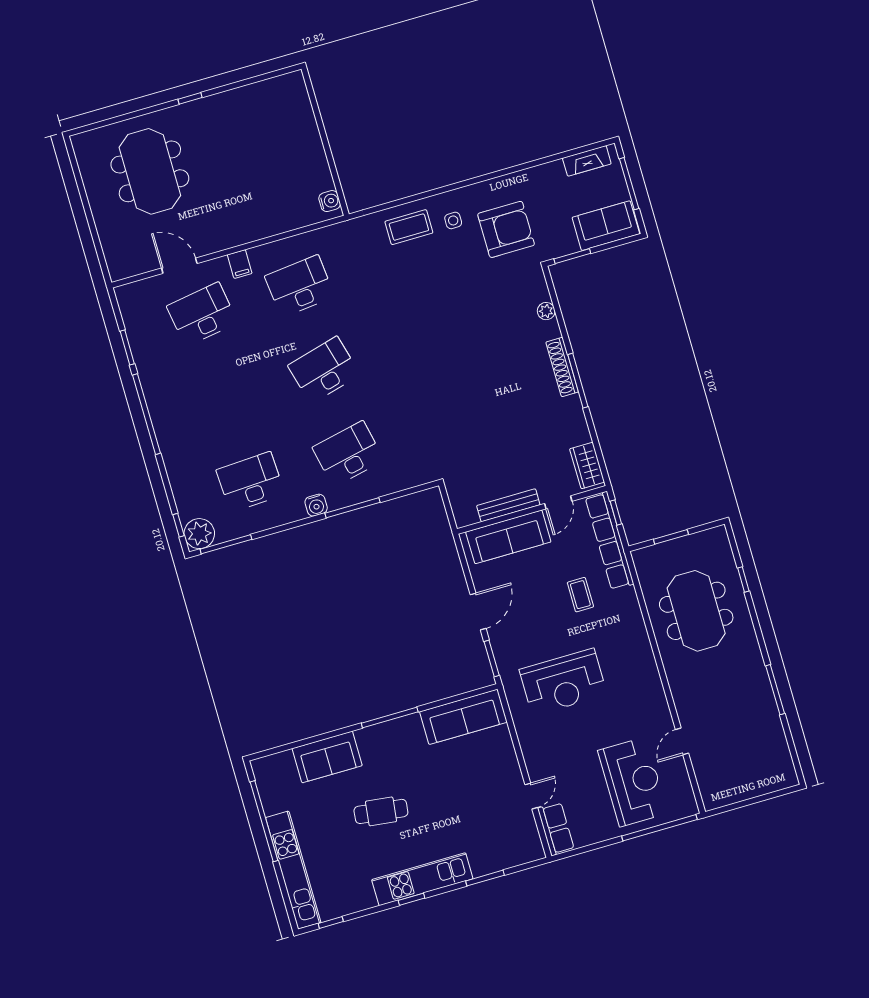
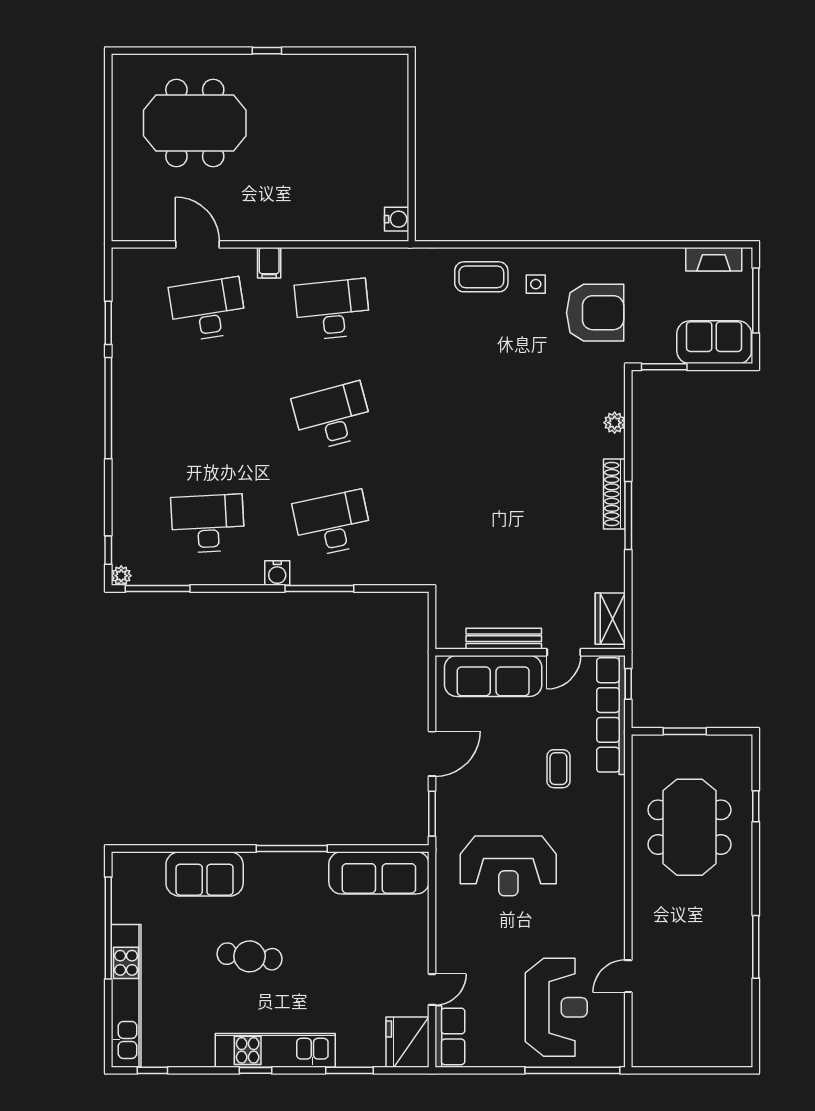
meeting table: (150, 171) -> (195, 123), turned 90
plant: (199, 534) -> (121, 576), width x0.53, depth x0.53
fridge: (524, 843) -> (408, 1042), added

